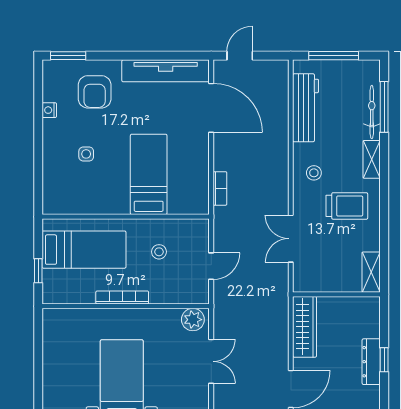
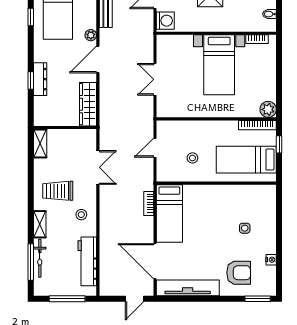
armchair: (95, 92) -> (239, 273), turned 90
bed: (149, 174) -> (169, 213), moved
bookcase: (122, 298) -> (257, 125), moved
plant: (193, 320) -> (268, 109), moved

